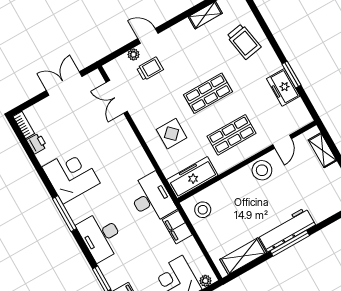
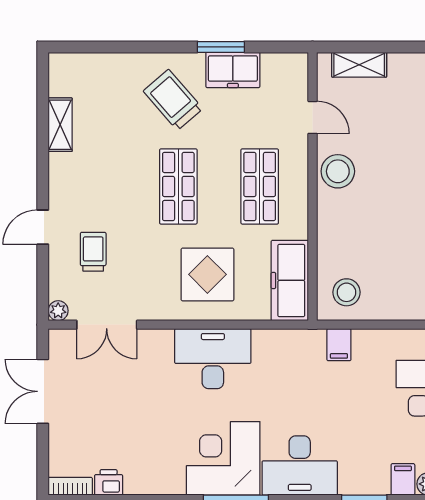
trolley: (244, 42) -> (173, 100), moved, turned -121
plant: (133, 54) -> (58, 311), moved
display table: (172, 134) -> (207, 274), width x1.36, depth x1.36
corner desk: (71, 175) -> (223, 458), moved
desk: (152, 198) -> (213, 359), moved
filing cabinet: (177, 227) -> (339, 345), width x0.50

